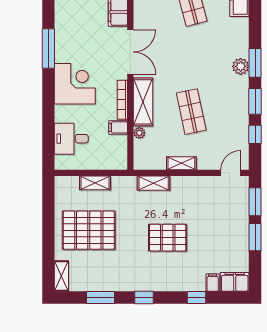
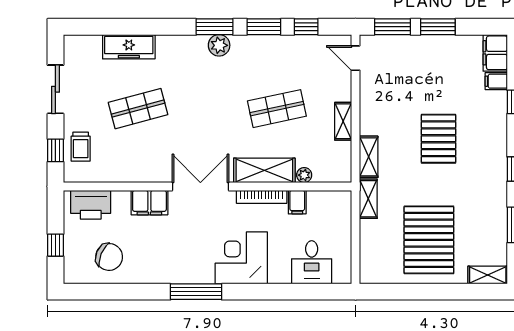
shelving: (95, 183) -> (368, 199), moved

